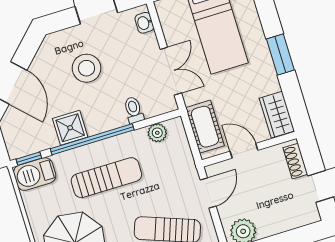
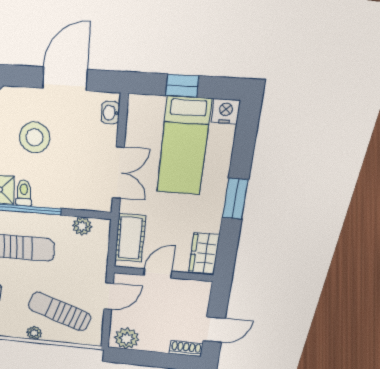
toilet: (134, 110) -> (24, 193), moved
door: (244, 151) -> (158, 273), hinge flipped
shoe rack: (295, 161) -> (186, 349), moved, turned 90

